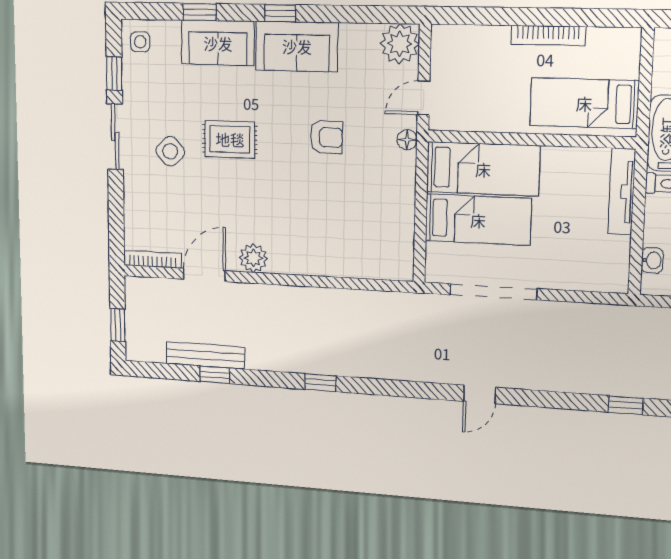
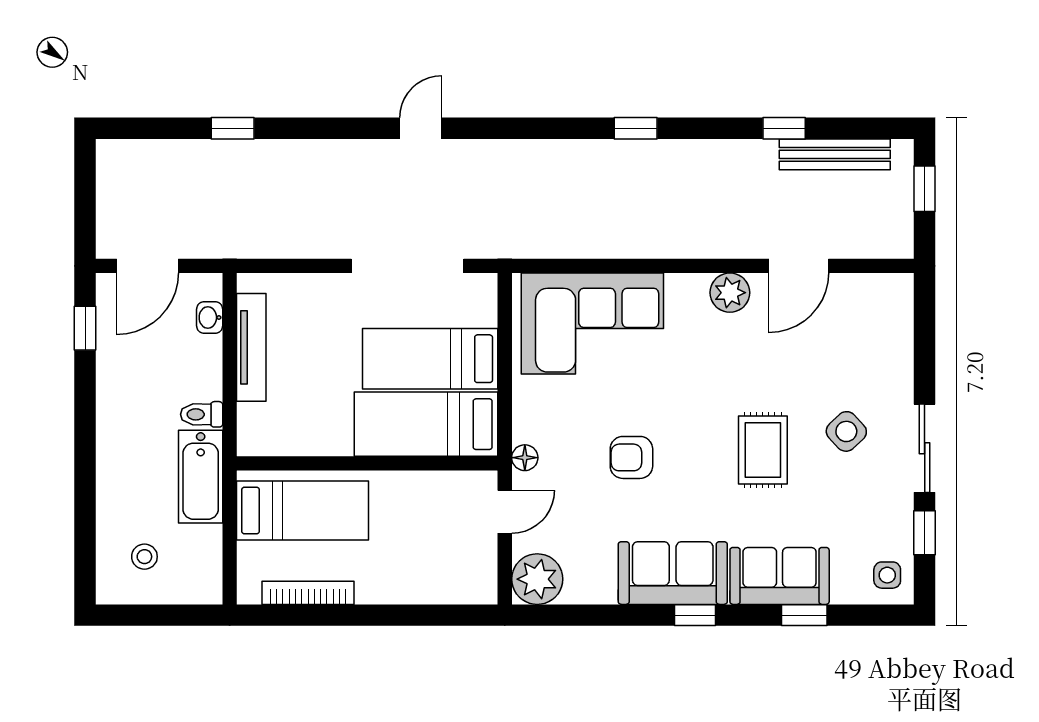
bookcase: (548, 35) -> (308, 593), moved
rug: (230, 139) -> (763, 450), turned 90
tv unit: (622, 192) -> (251, 347), moved
corner sofa: (354, 240) -> (592, 324), added
bookcase: (153, 259) -> (873, 284), removed
bench: (205, 355) -> (835, 154), moved

